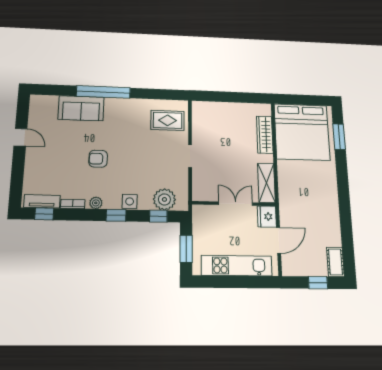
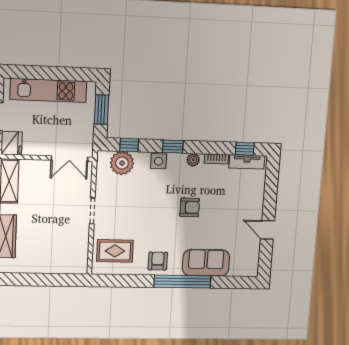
armchair: (127, 111) -> (158, 261), added
double door: (236, 204) -> (69, 159), moved

